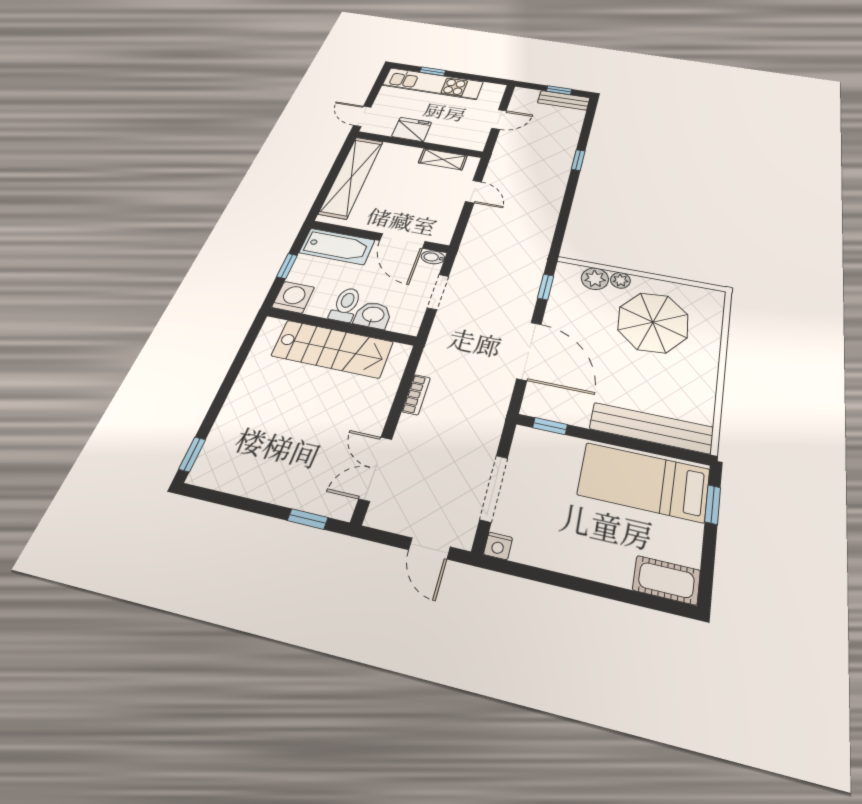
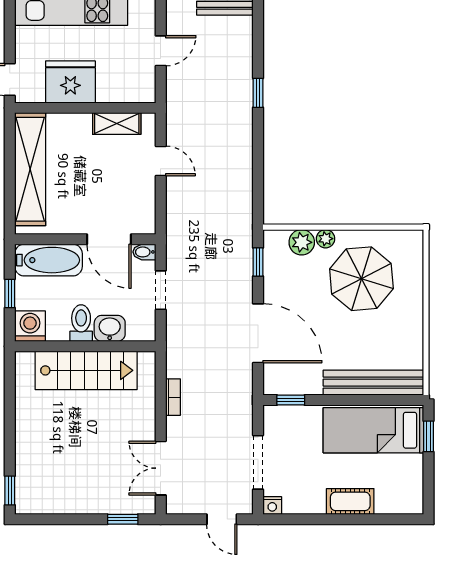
fridge: (412, 129) -> (70, 82), width x1.36, depth x1.34
cot: (666, 580) -> (350, 501), moved

